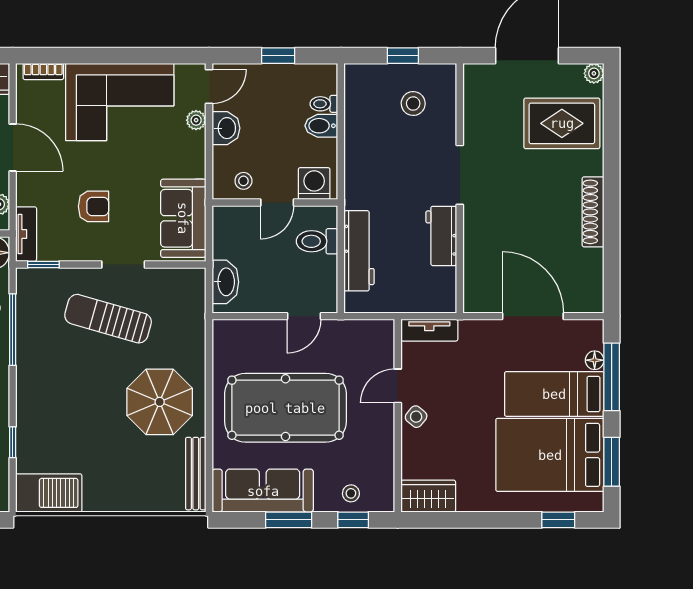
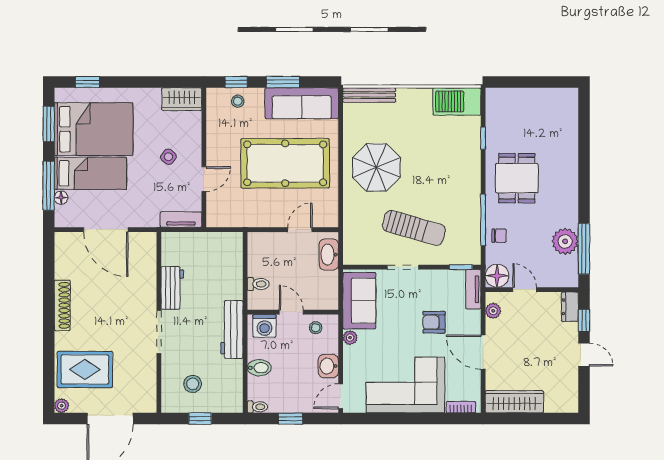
toilet: (324, 104) -> (257, 407), moved
plant: (196, 120) -> (350, 338), moved
door: (277, 202) -> (291, 312), hinge flipped
armchair: (94, 206) -> (434, 322), moved
toilet: (317, 241) -> (258, 284), width x0.73, depth x0.72
workbench: (359, 251) -> (232, 330), moved
door: (304, 316) -> (300, 230), moved
side table: (416, 417) -> (168, 157), moved
bench: (196, 474) -> (369, 95), moved, turned 90

